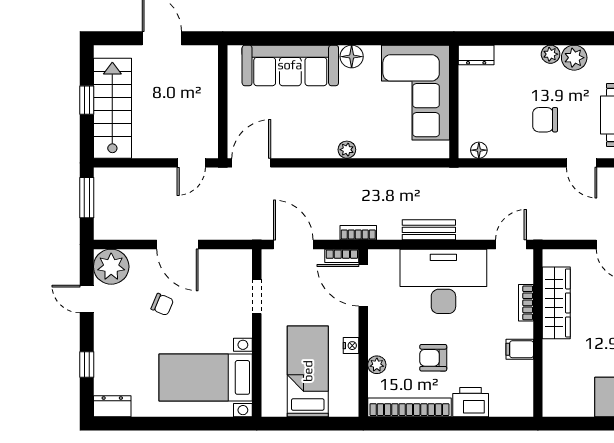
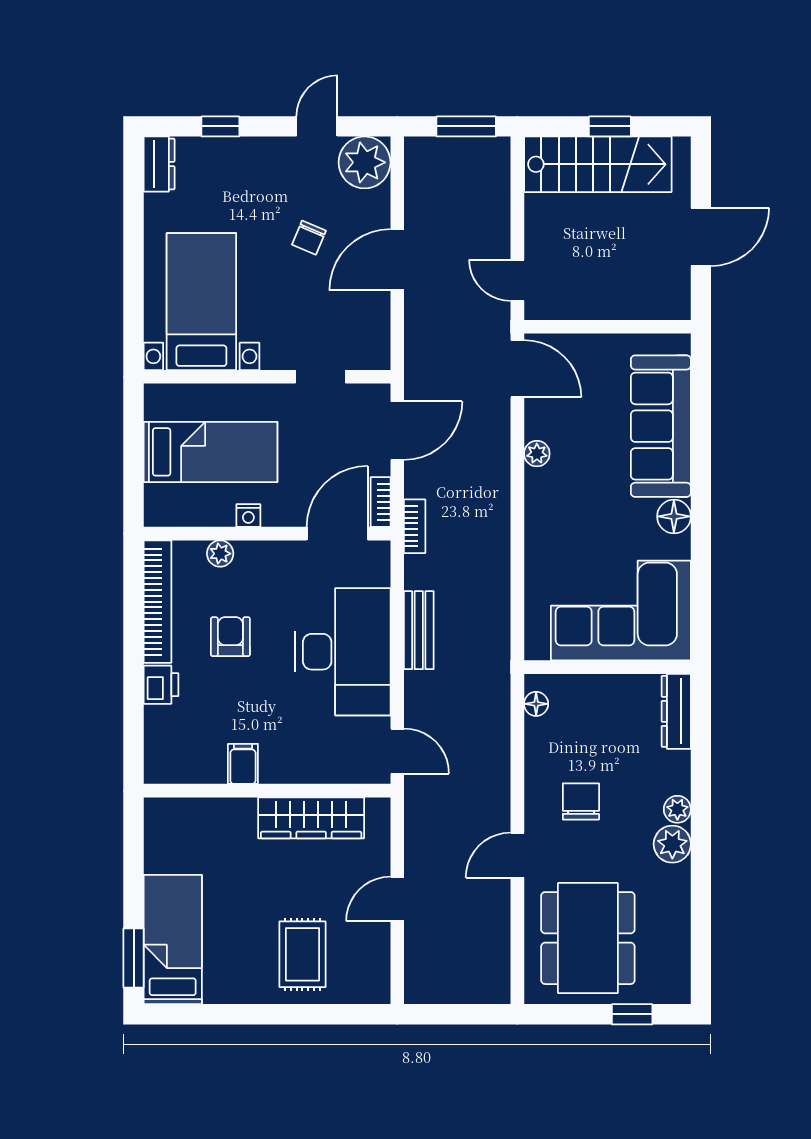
dresser: (476, 55) -> (676, 711), width x1.44
plant: (347, 150) -> (537, 454), moved
bookcase: (526, 303) -> (311, 773), removed
printer: (471, 402) -> (161, 685), width x0.73, depth x0.81

